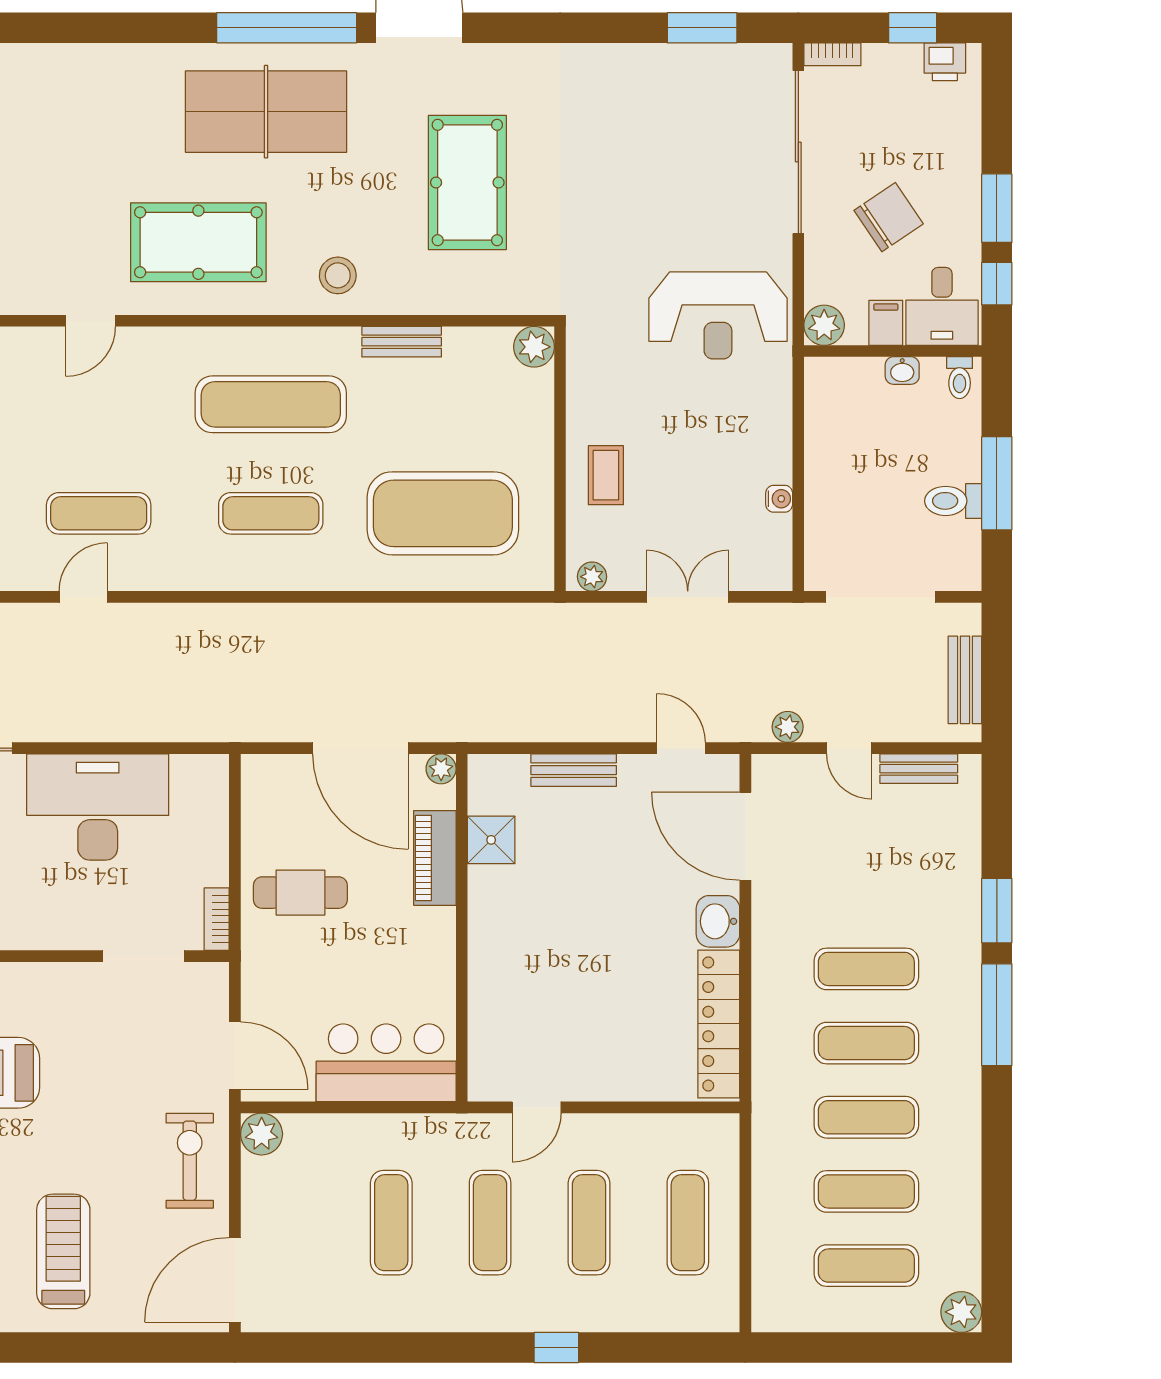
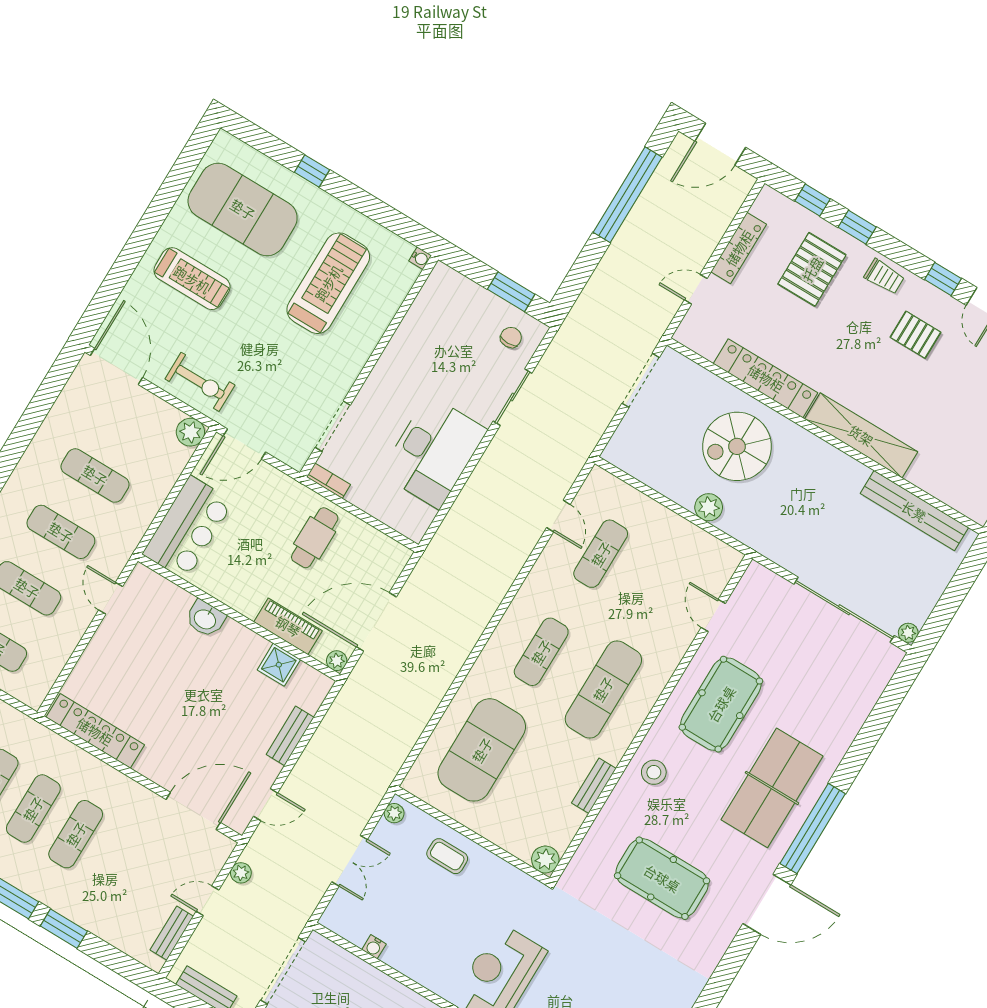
washbasin: (718, 921) -> (205, 619), moved, turned 180

